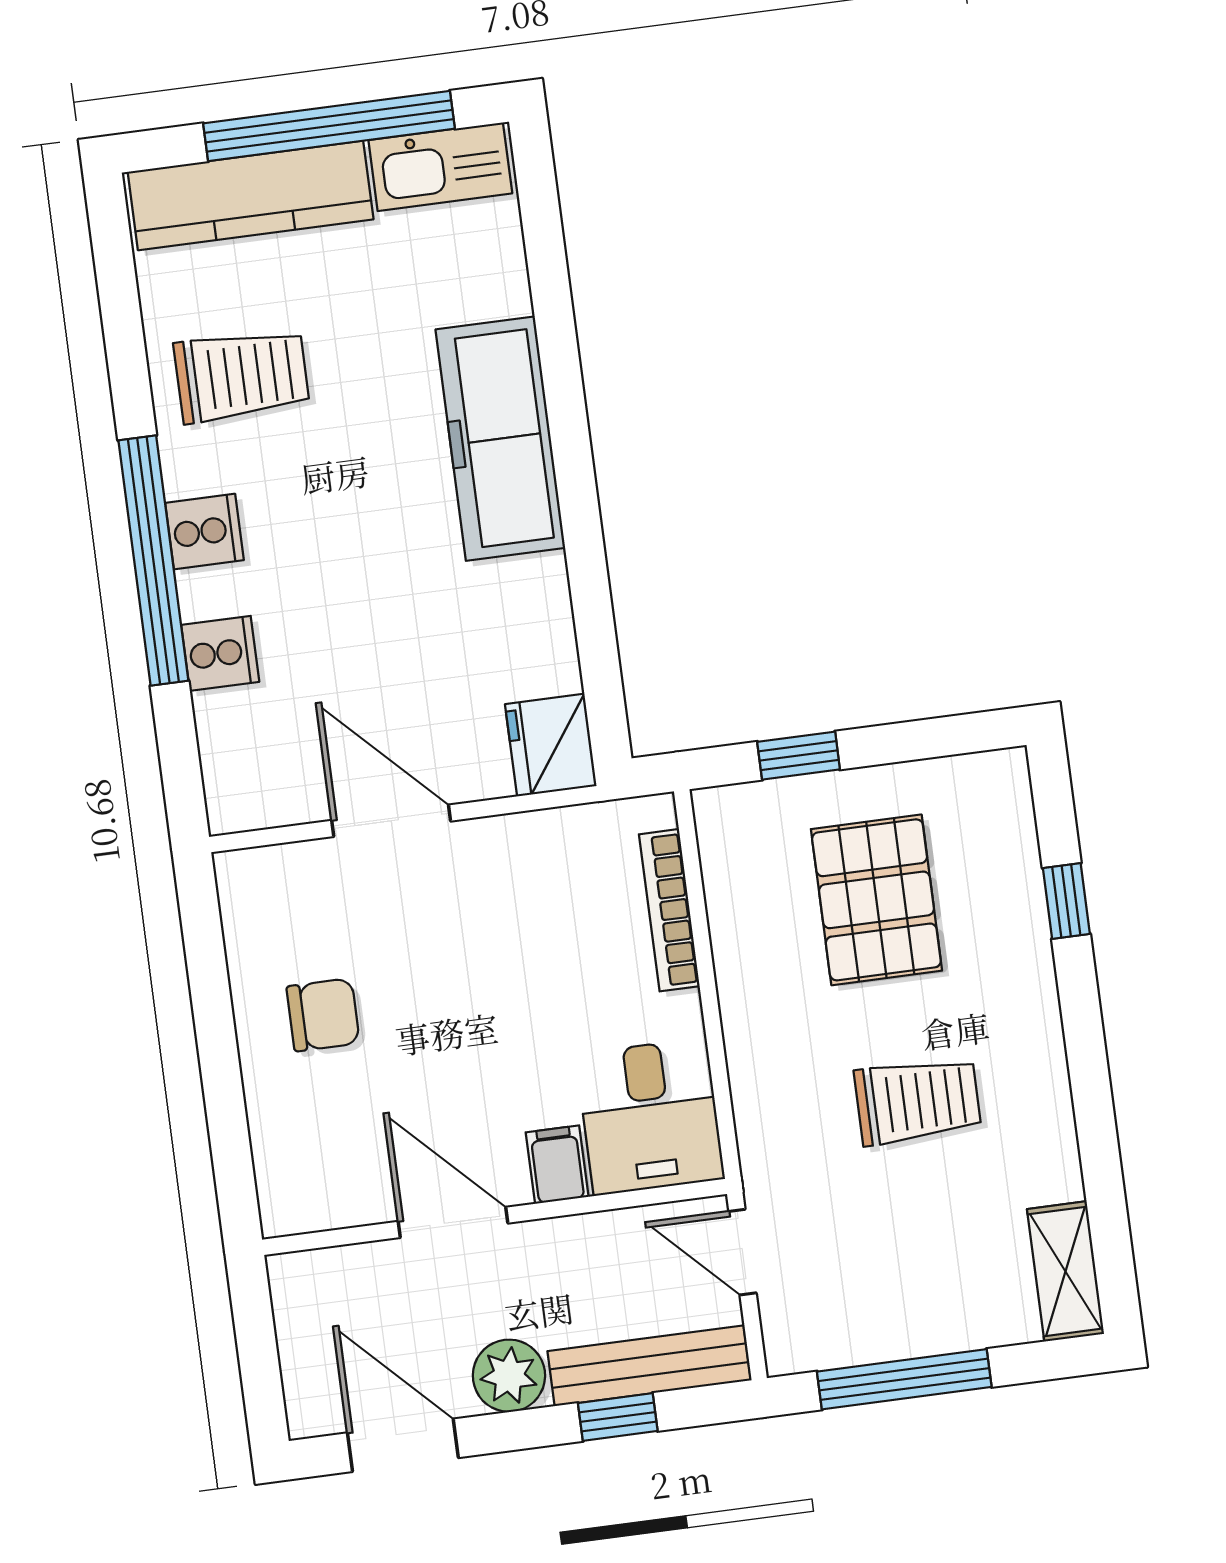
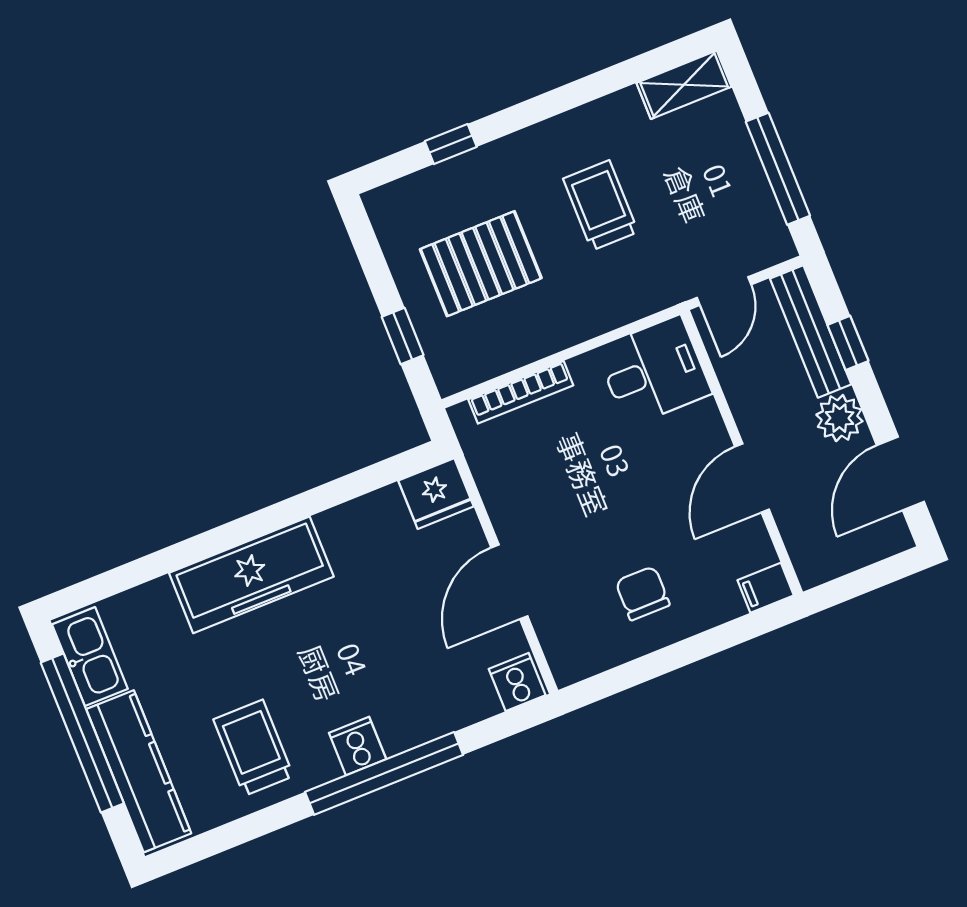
cooker: (220, 653) -> (517, 682), moved
filing cabinet: (557, 1165) -> (766, 588), moved

